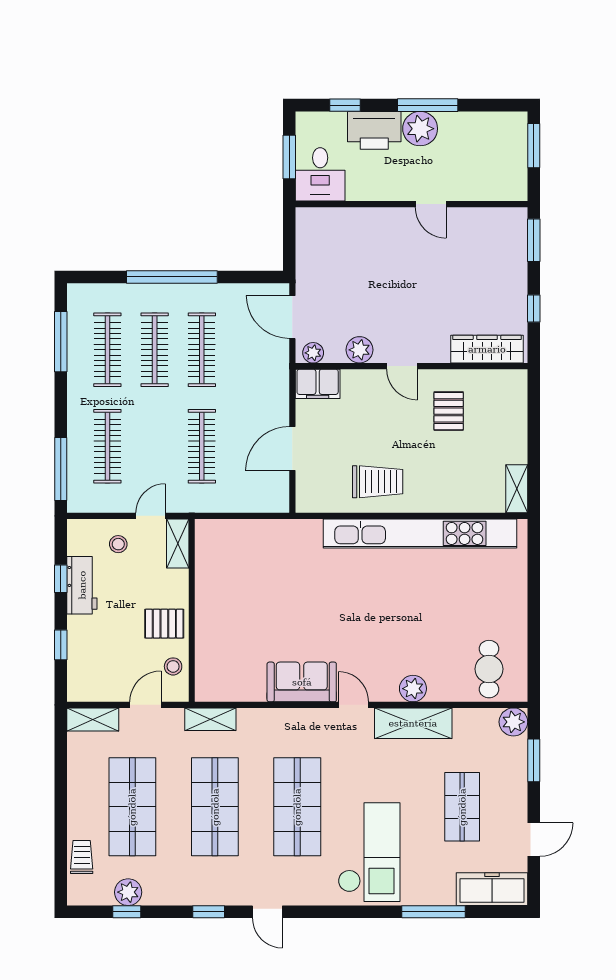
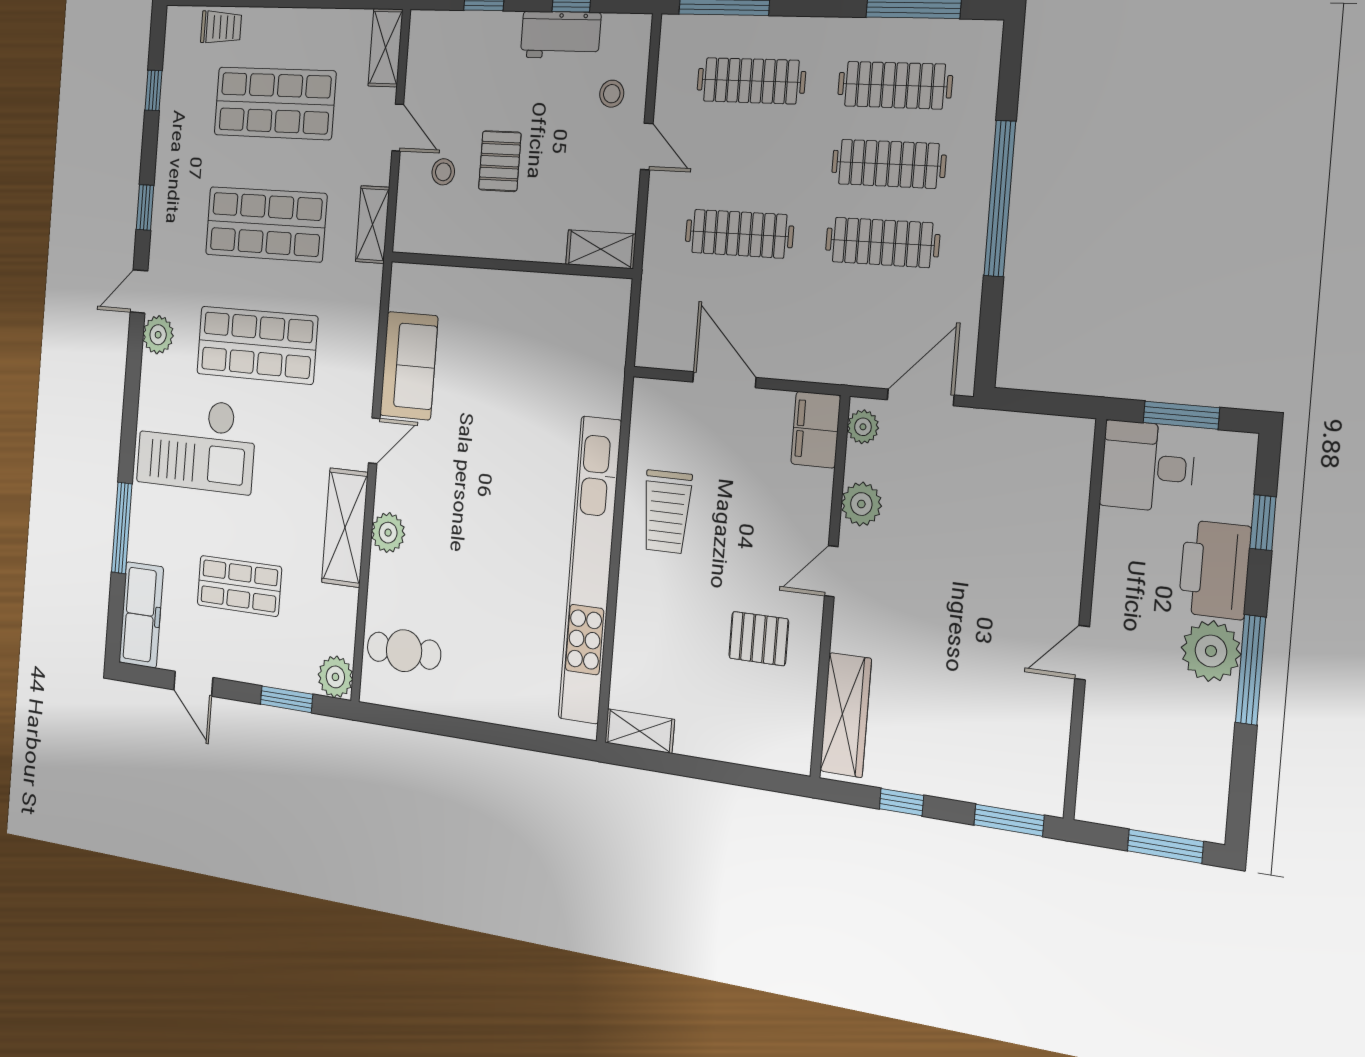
shelving: (178, 543) -> (601, 249), moved
wall: (192, 610) -> (509, 265), moved
plant: (128, 892) -> (158, 335), moved

